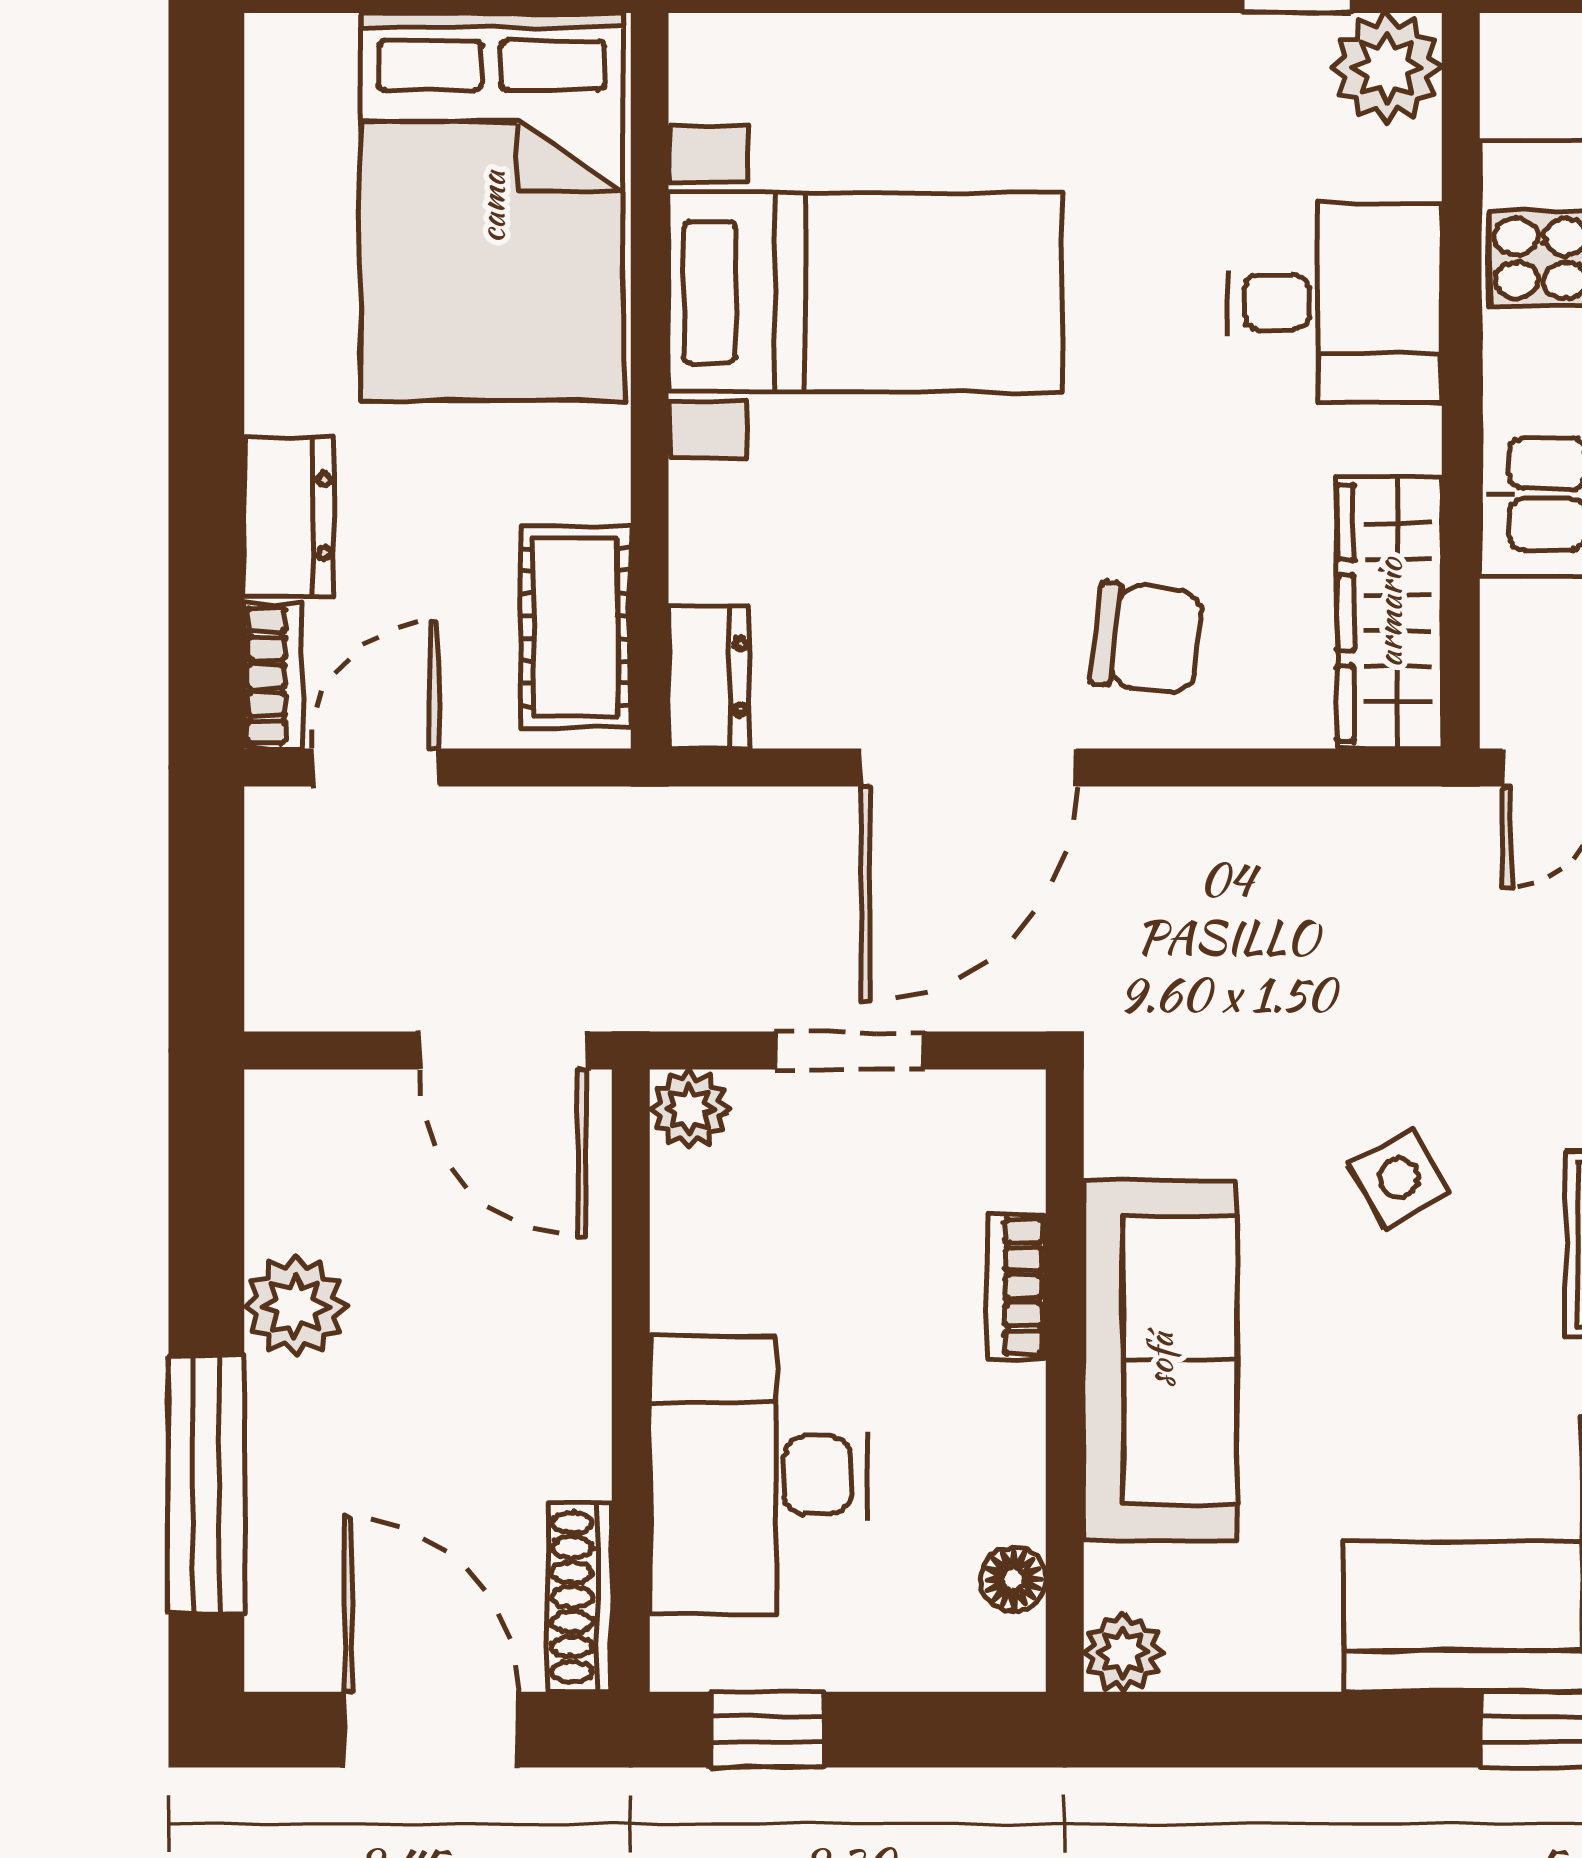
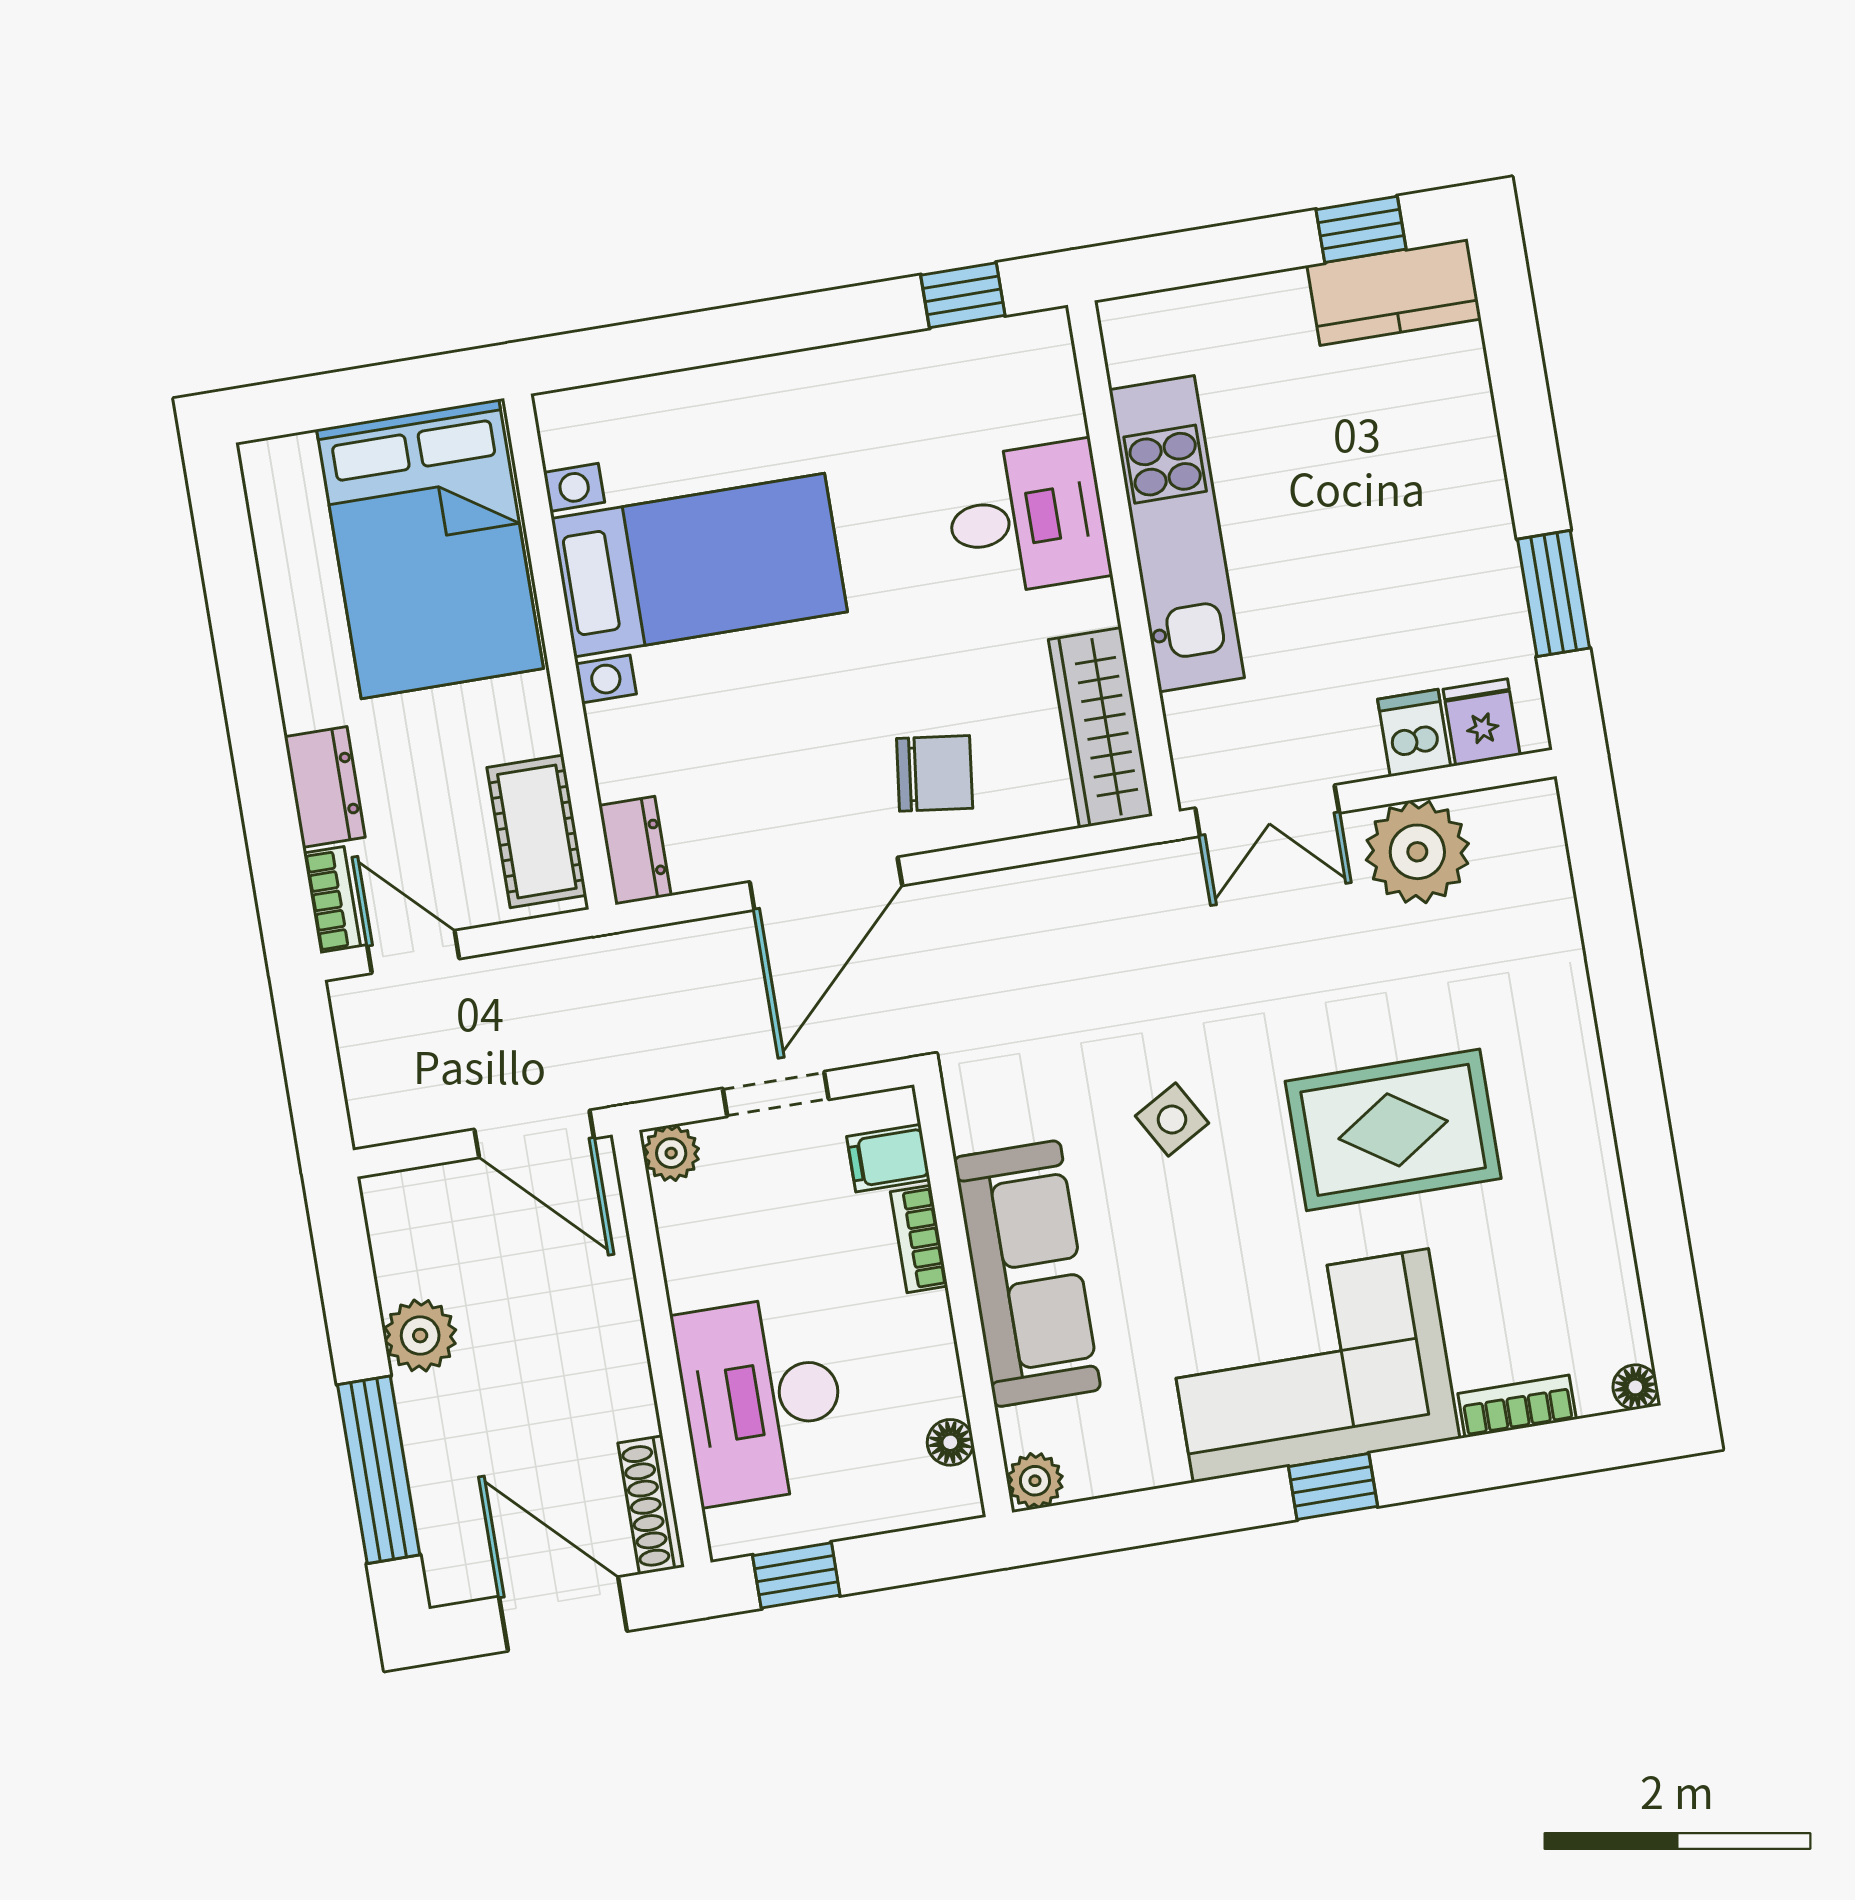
plant: (1387, 68) -> (1036, 349), removed
door: (375, 767) -> (413, 952), hinge flipped
filing cabinet: (992, 1166) -> (888, 1158), added

